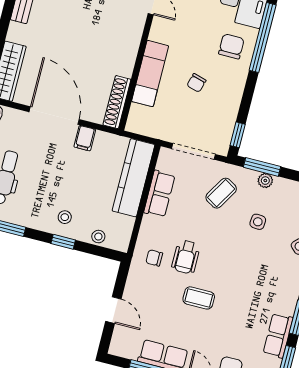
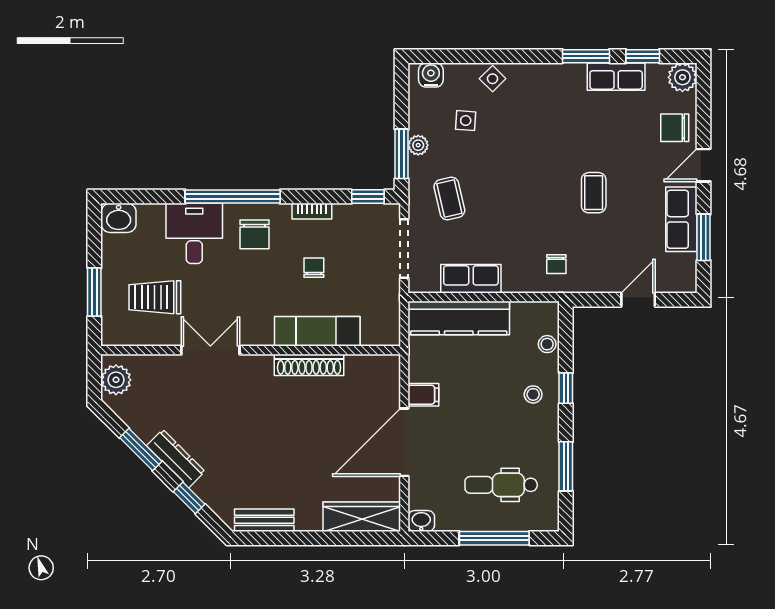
chair: (231, 46) -> (255, 234), turned -90
chair: (196, 83) -> (314, 268), turned -106
bookcase: (237, 92) -> (312, 211), added
shoe rack: (117, 102) -> (309, 365), moved
coffee table: (221, 193) -> (449, 198), turned 46
side table: (258, 222) -> (466, 121), moved
wheelchair: (186, 257) -> (544, 223), removed

